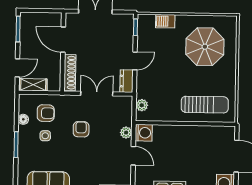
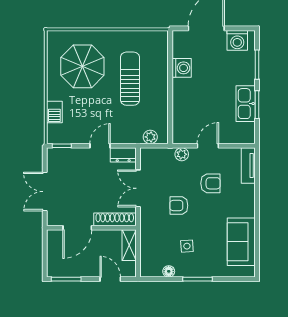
door: (135, 61) -> (100, 146), hinge flipped
shelving: (33, 85) -> (129, 245), moved
sun lounger: (205, 105) -> (130, 79), moved
armchair: (46, 113) -> (210, 183), moved, turned 90
washing machine: (144, 133) -> (182, 68), moved, turned 90

